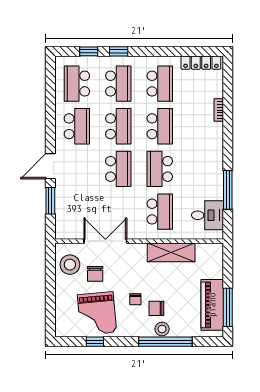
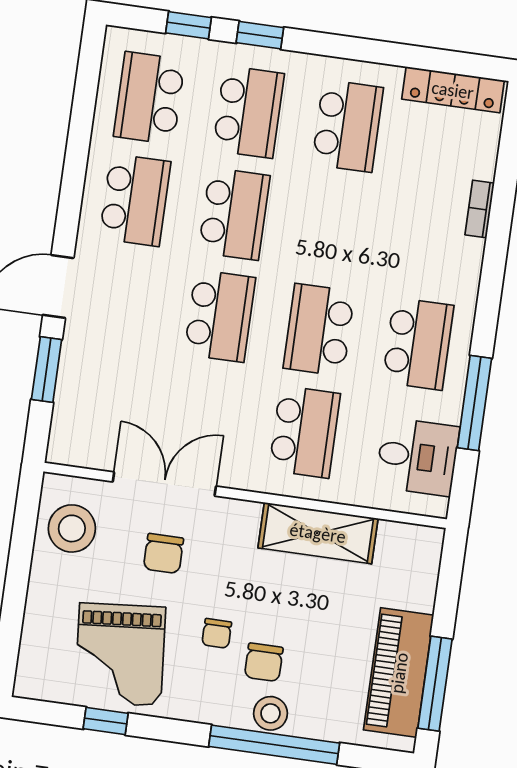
school desk: (160, 126) -> (418, 344), moved
chair: (95, 274) -> (163, 553), moved
chair: (156, 308) -> (264, 662), turned -90

